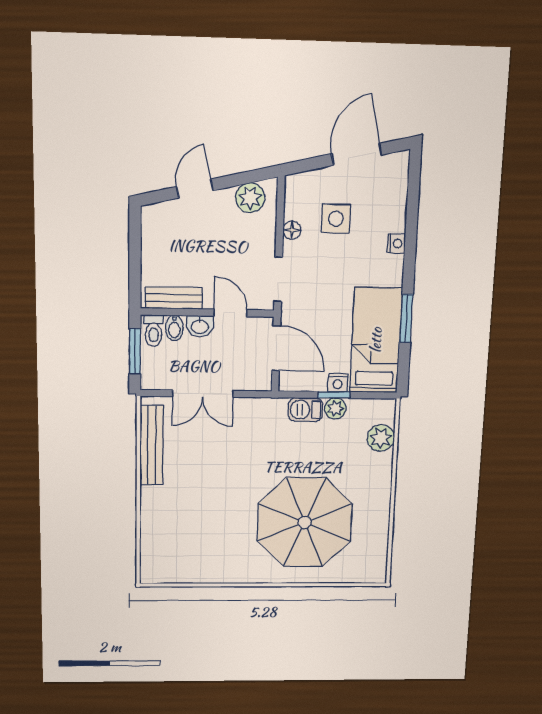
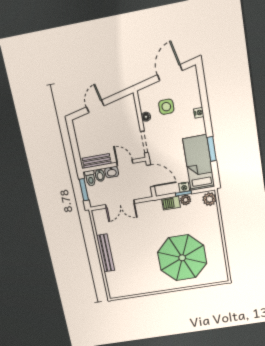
plant: (250, 198) -> (122, 105), removed
plant: (381, 438) -> (209, 199), moved
bench: (152, 445) -> (105, 253), moved

